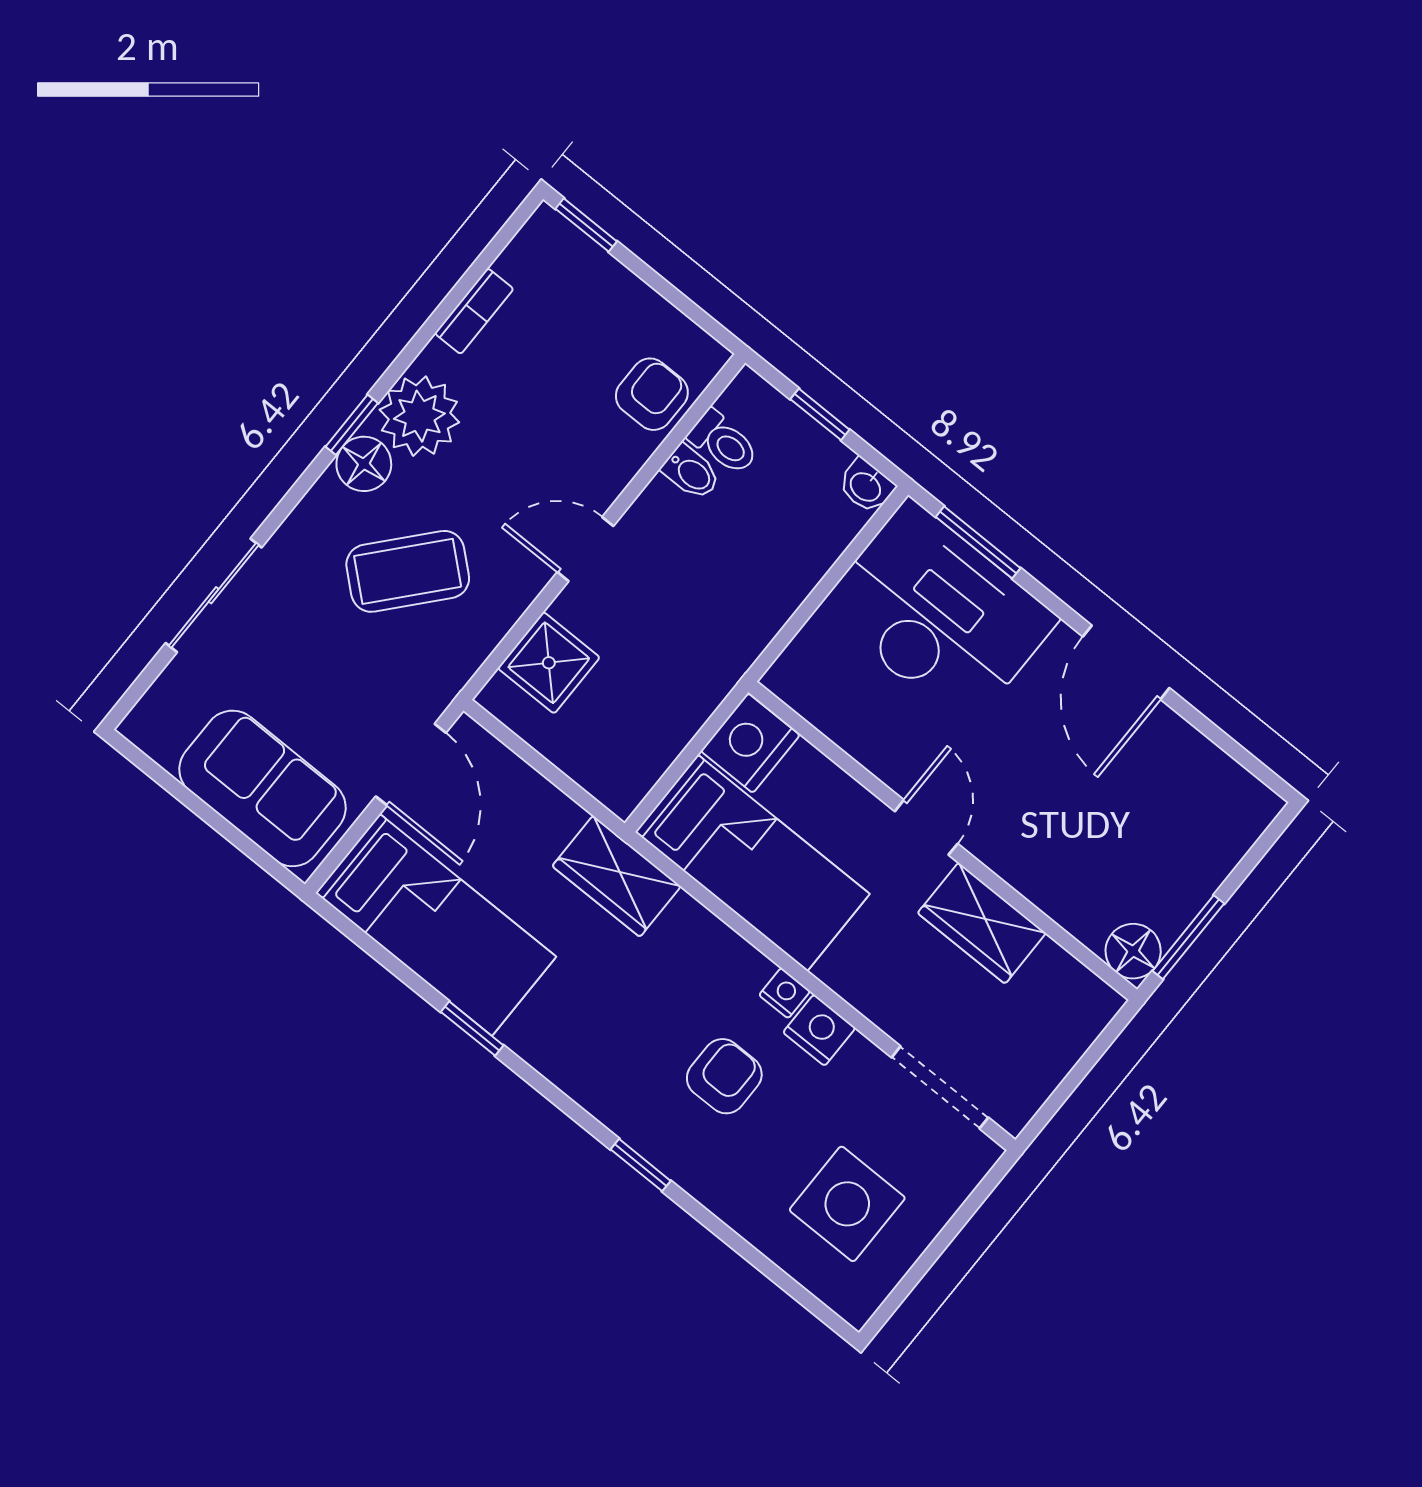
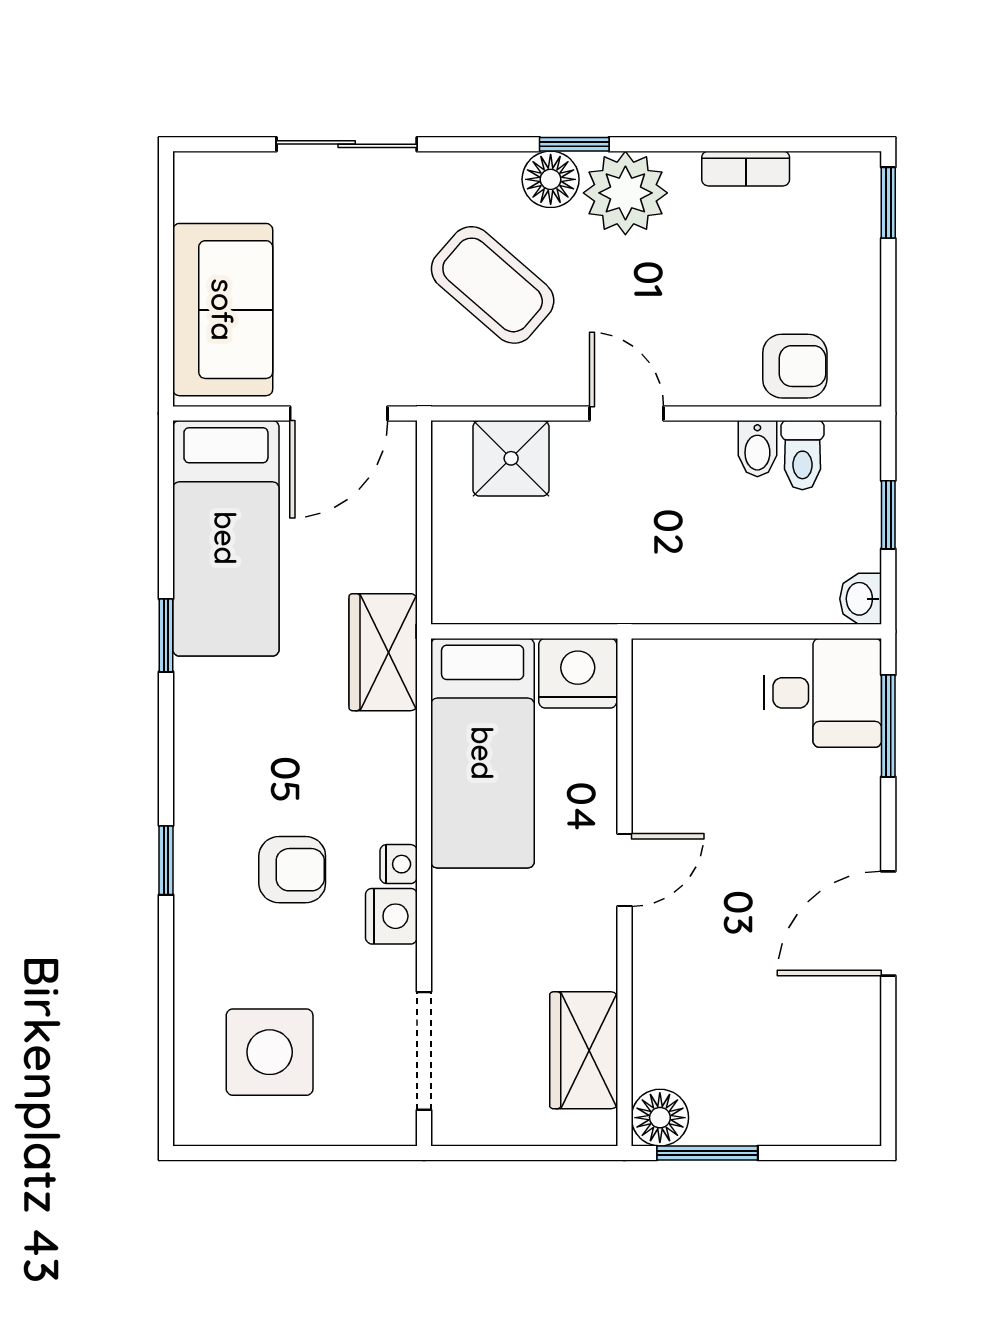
desk: (938, 614) -> (823, 693), width x0.53, depth x0.77
wardrobe: (982, 923) -> (584, 1050), moved

